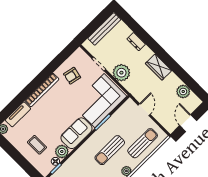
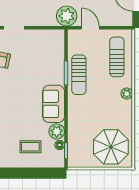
plant: (121, 73) -> (67, 16), moved
corner sofa: (100, 101) -> (45, 58), removed
sun lounger: (110, 150) -> (79, 75), moved

